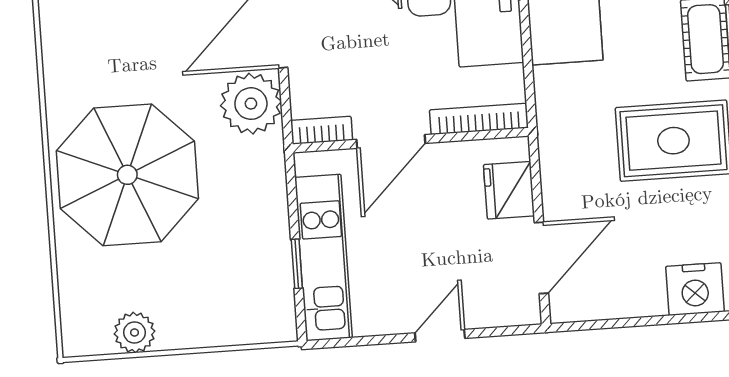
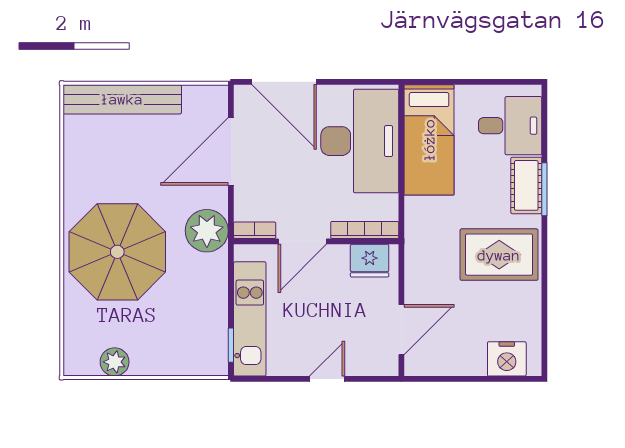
plant: (251, 104) -> (207, 231), moved
fridge: (509, 190) -> (370, 261), moved, turned -90
window: (297, 264) -> (231, 345), moved

